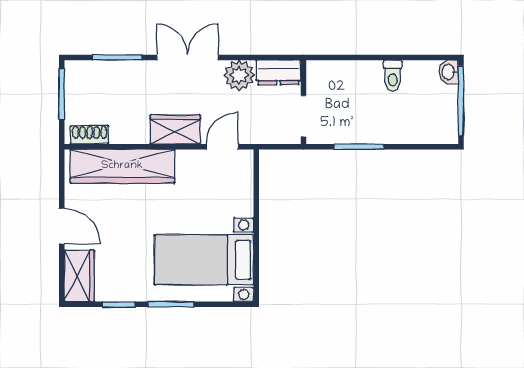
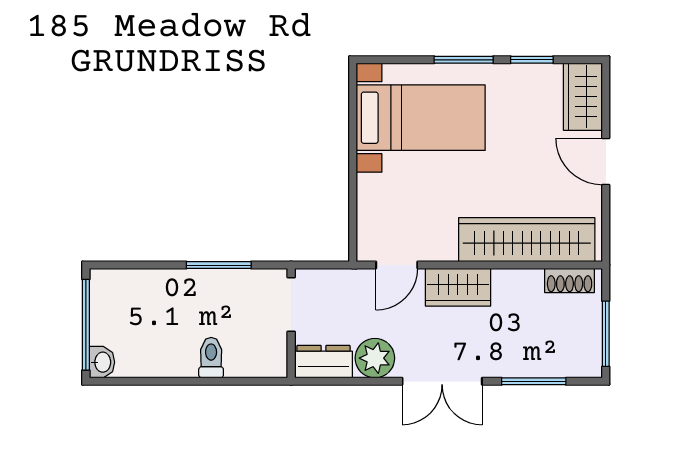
toilet: (393, 76) -> (211, 358), moved

